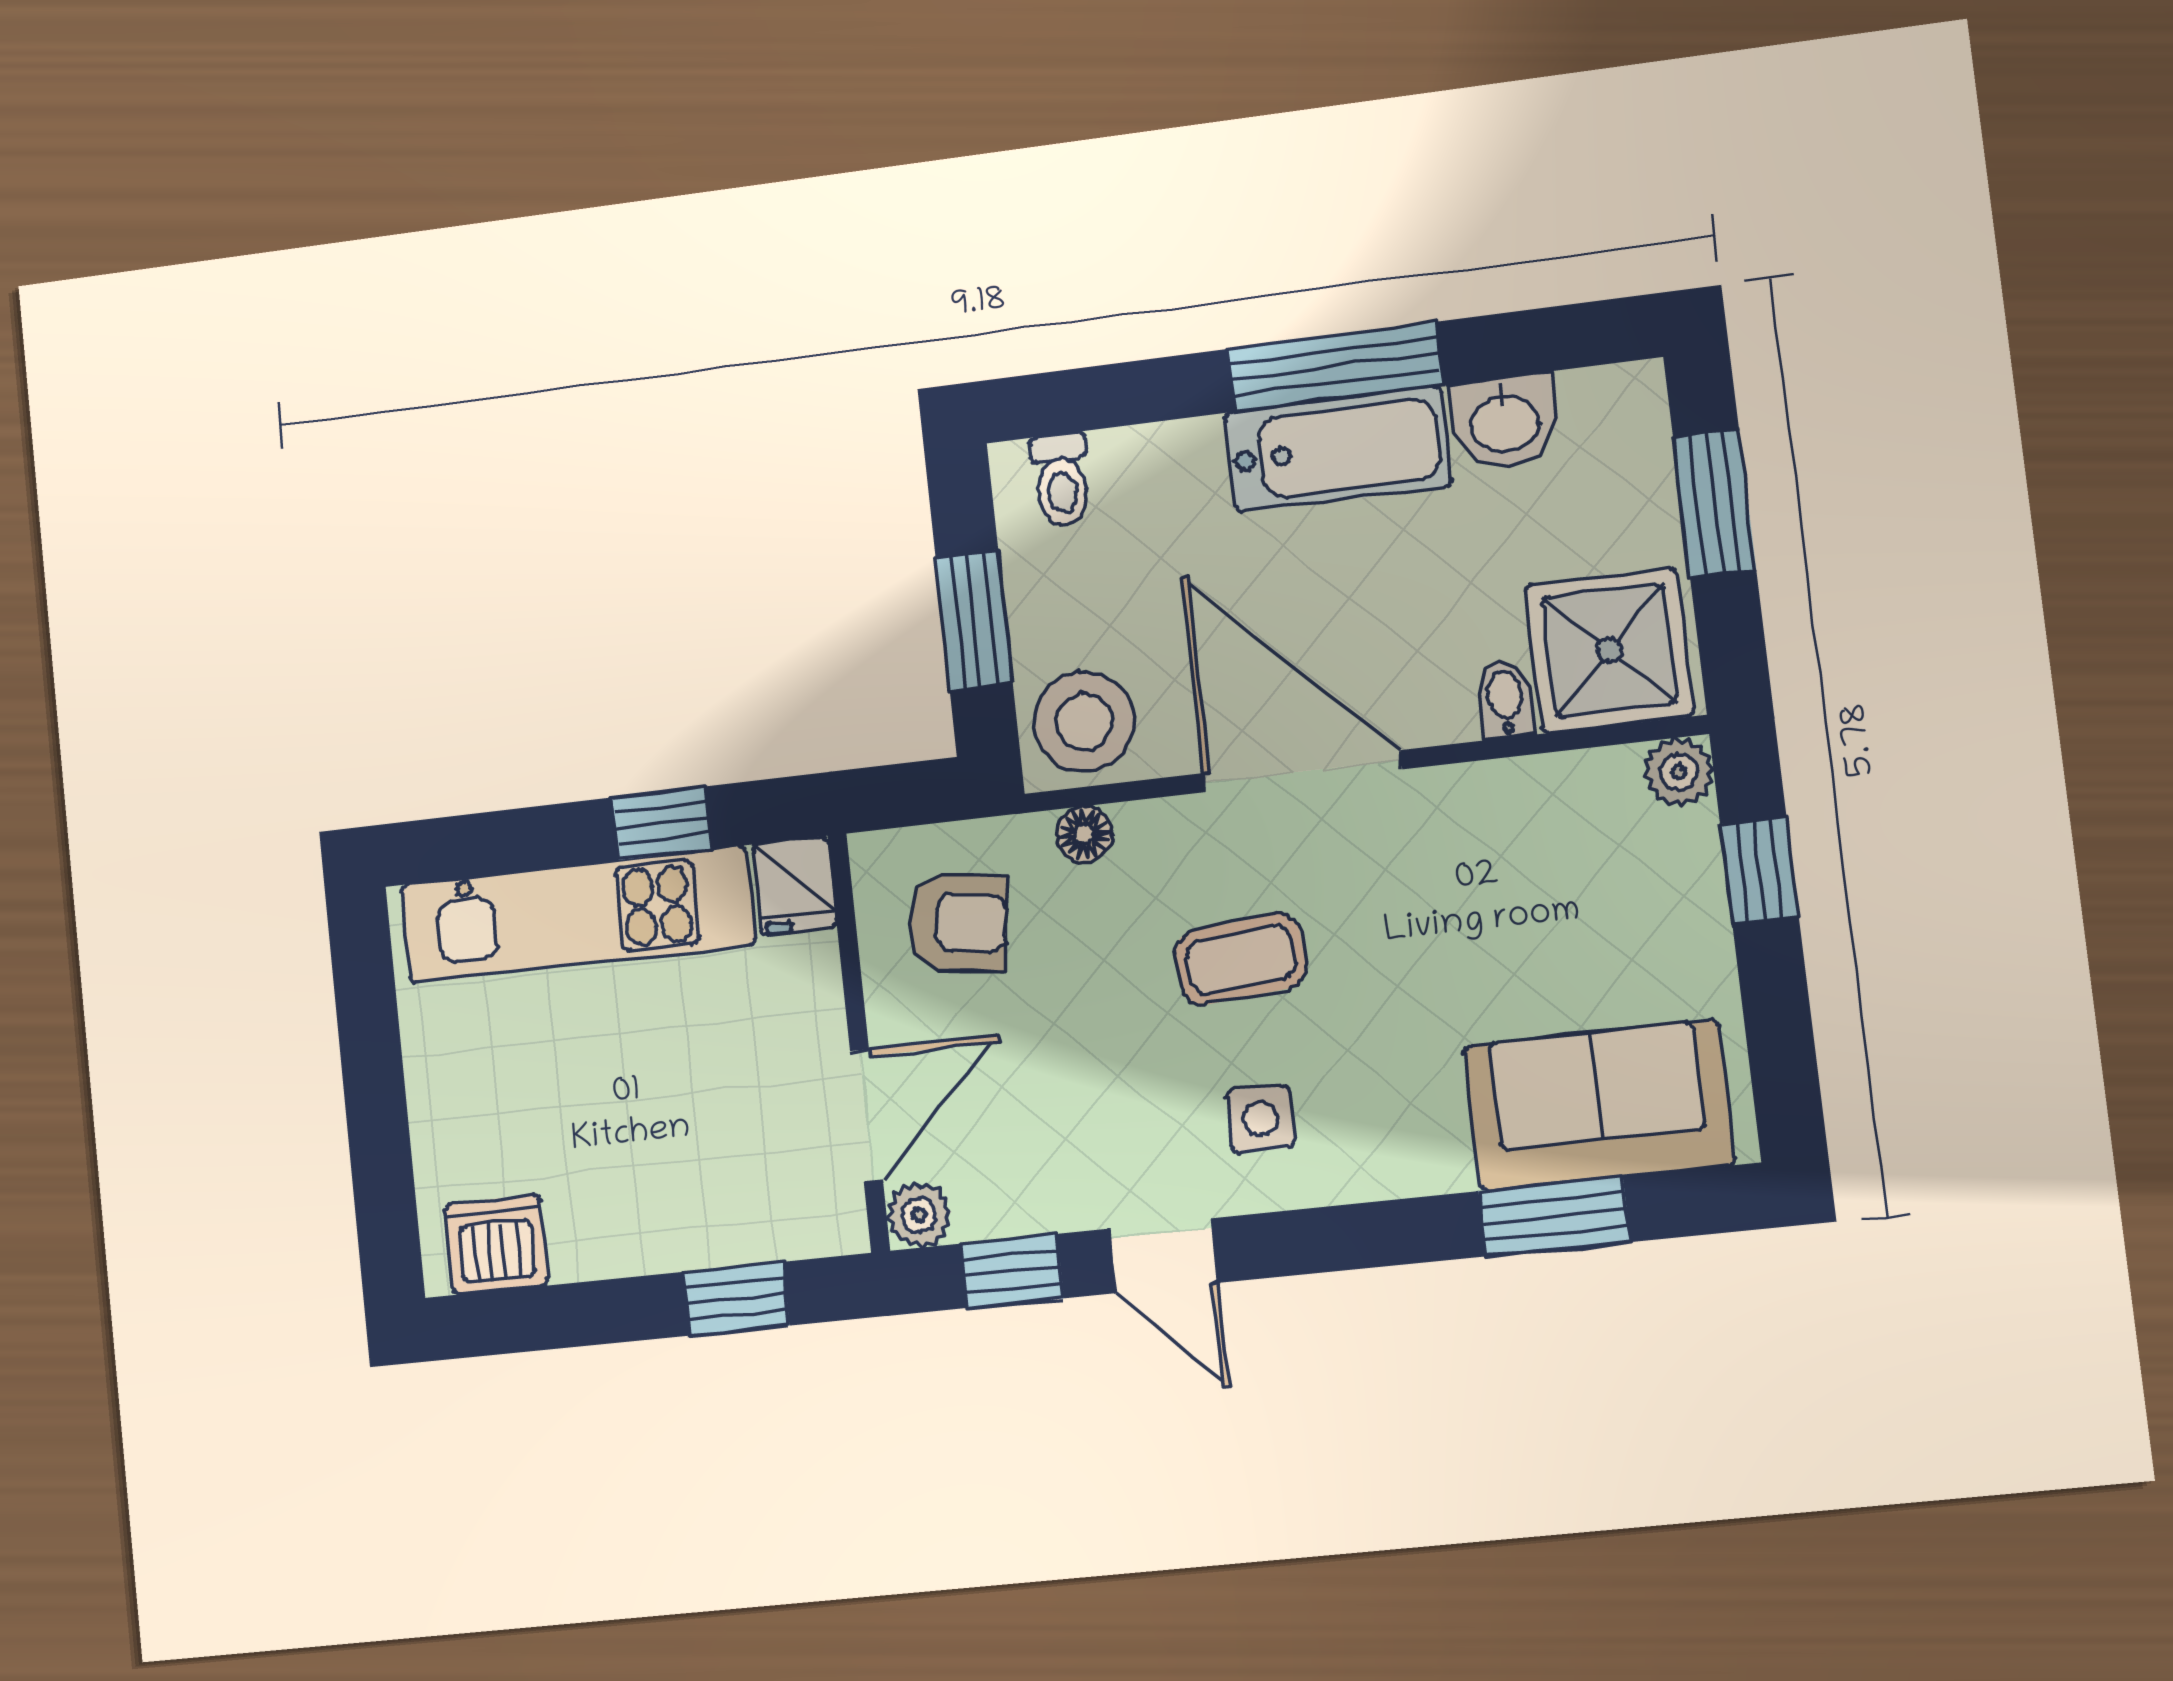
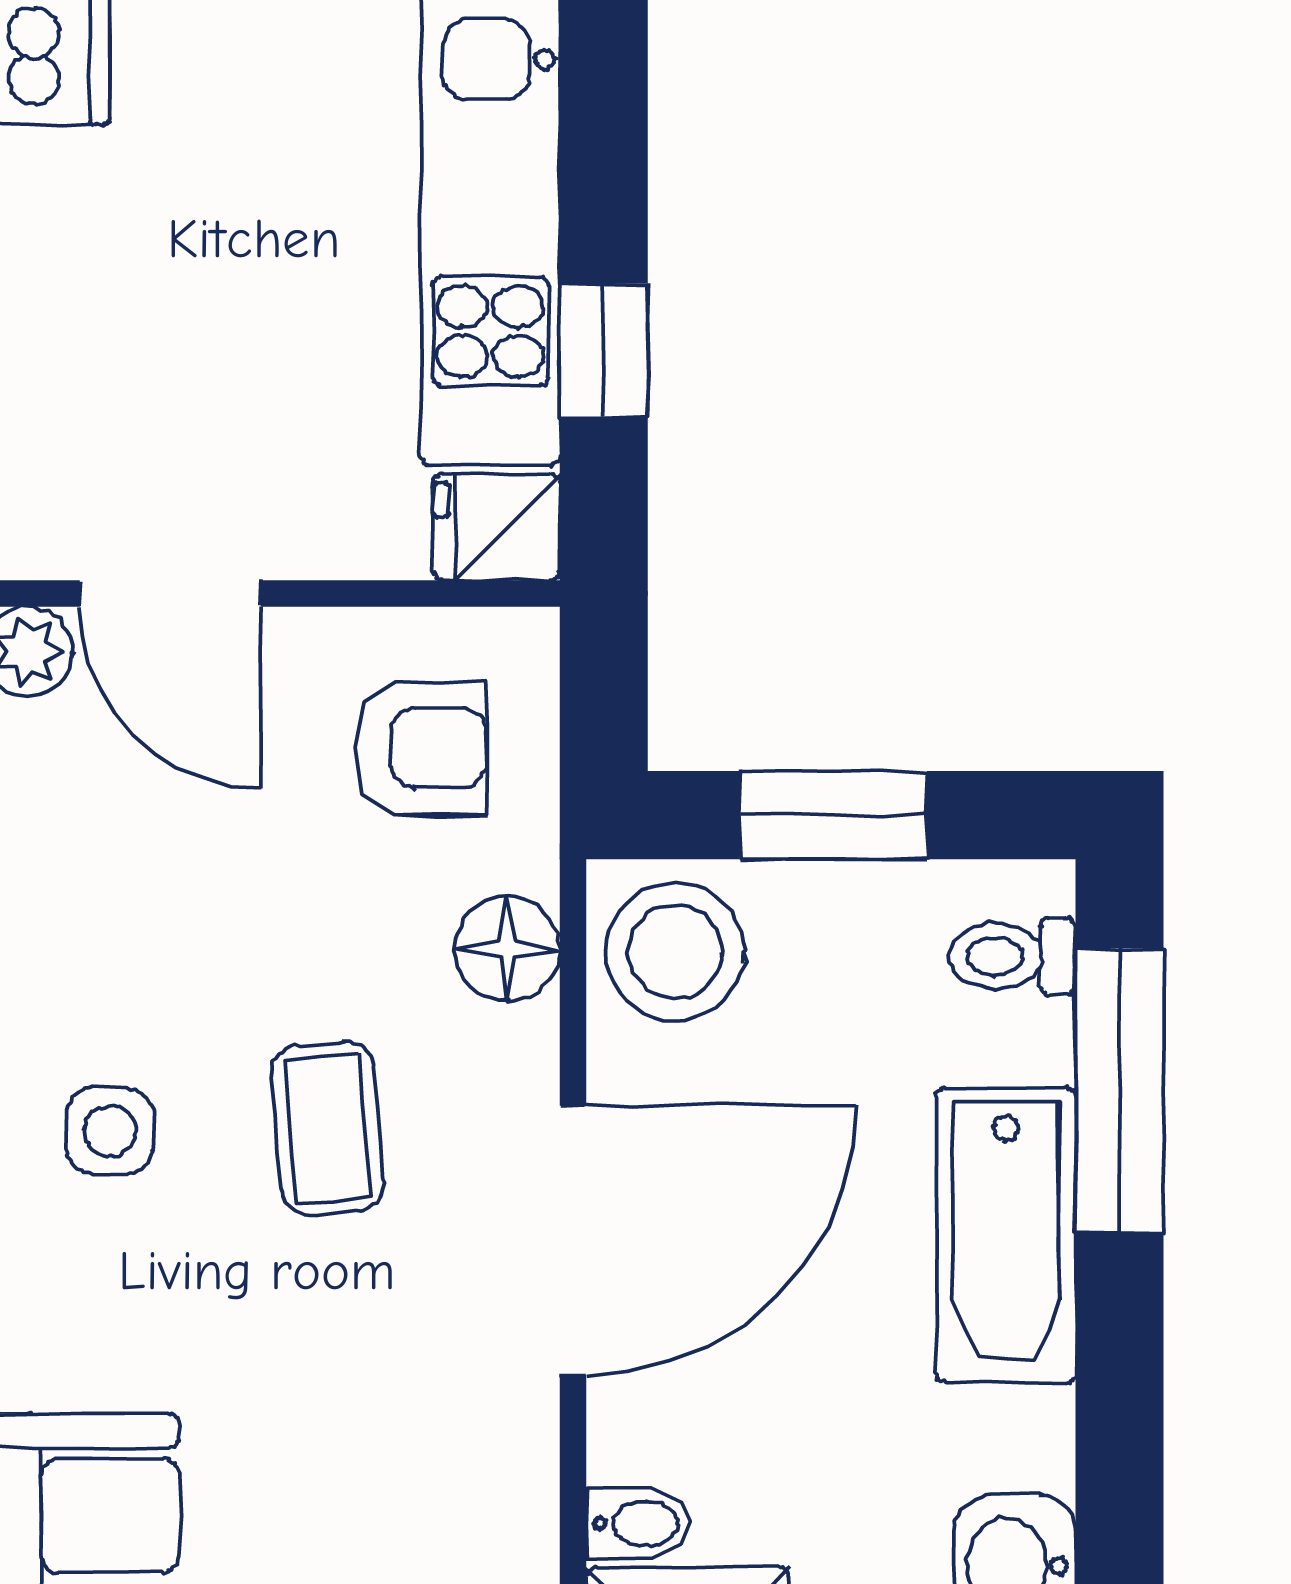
window: (1335, 367) -> (1120, 1091), moved
bathtub: (1338, 449) -> (1006, 1235), moved
floor lamp: (1084, 834) -> (507, 949), width x1.37, depth x1.37
armchair: (958, 922) -> (420, 748), turned -98

